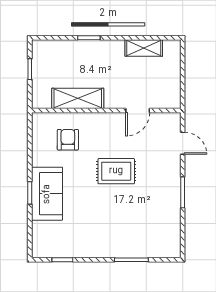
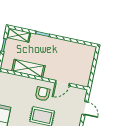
shelving: (144, 48) -> (19, 35), moved
armchair: (68, 140) -> (43, 94), moved

